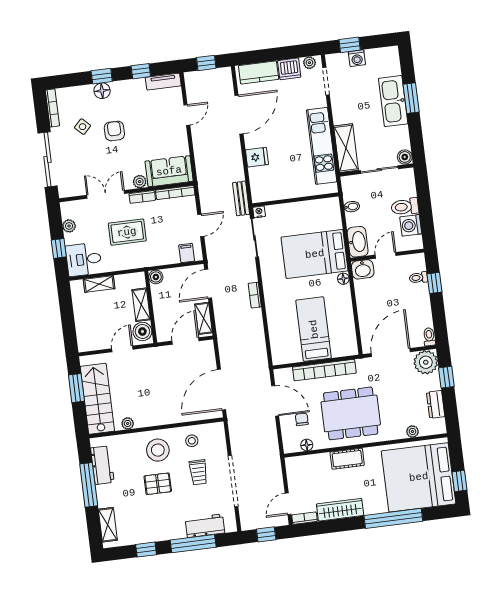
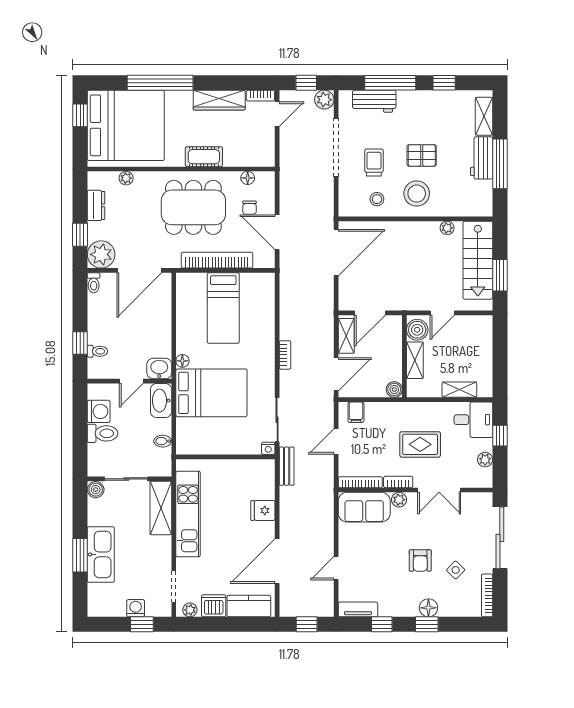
workbench: (102, 465) -> (482, 158), moved
plant: (249, 522) -> (324, 100), added

